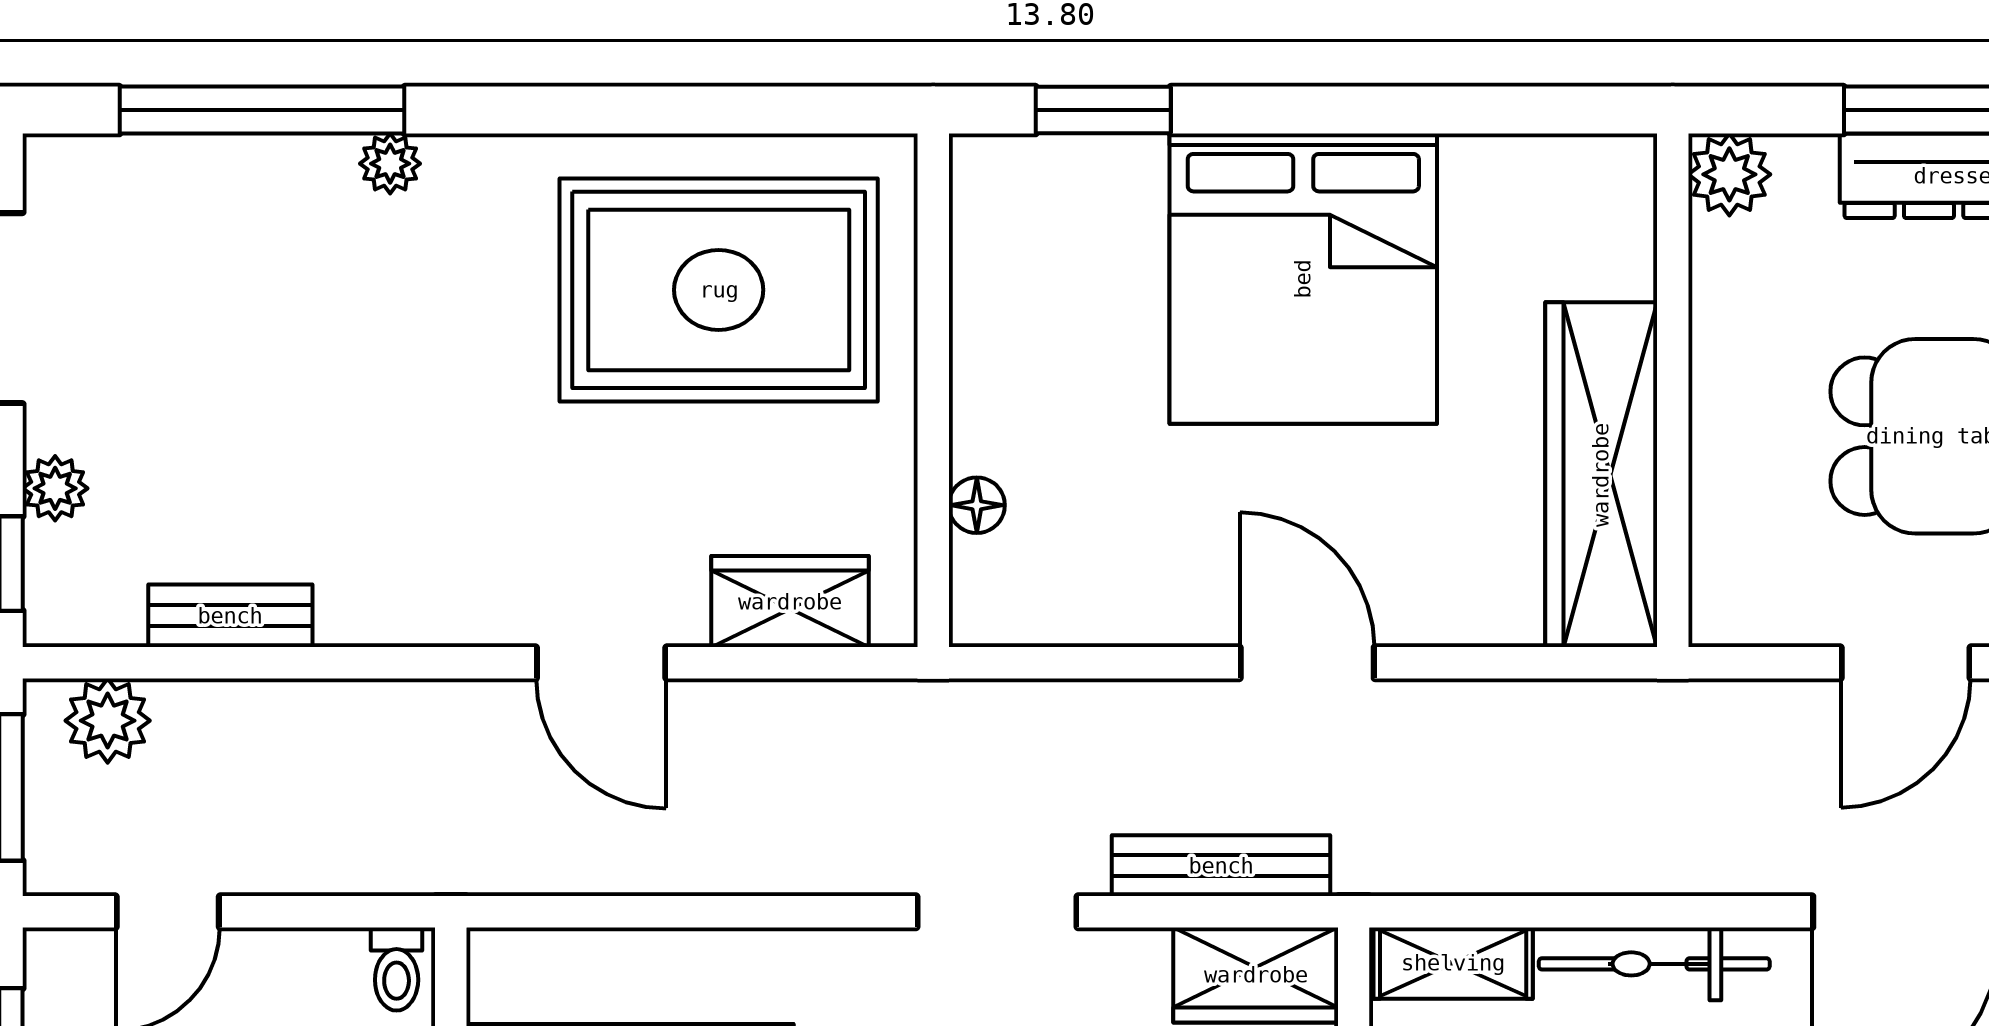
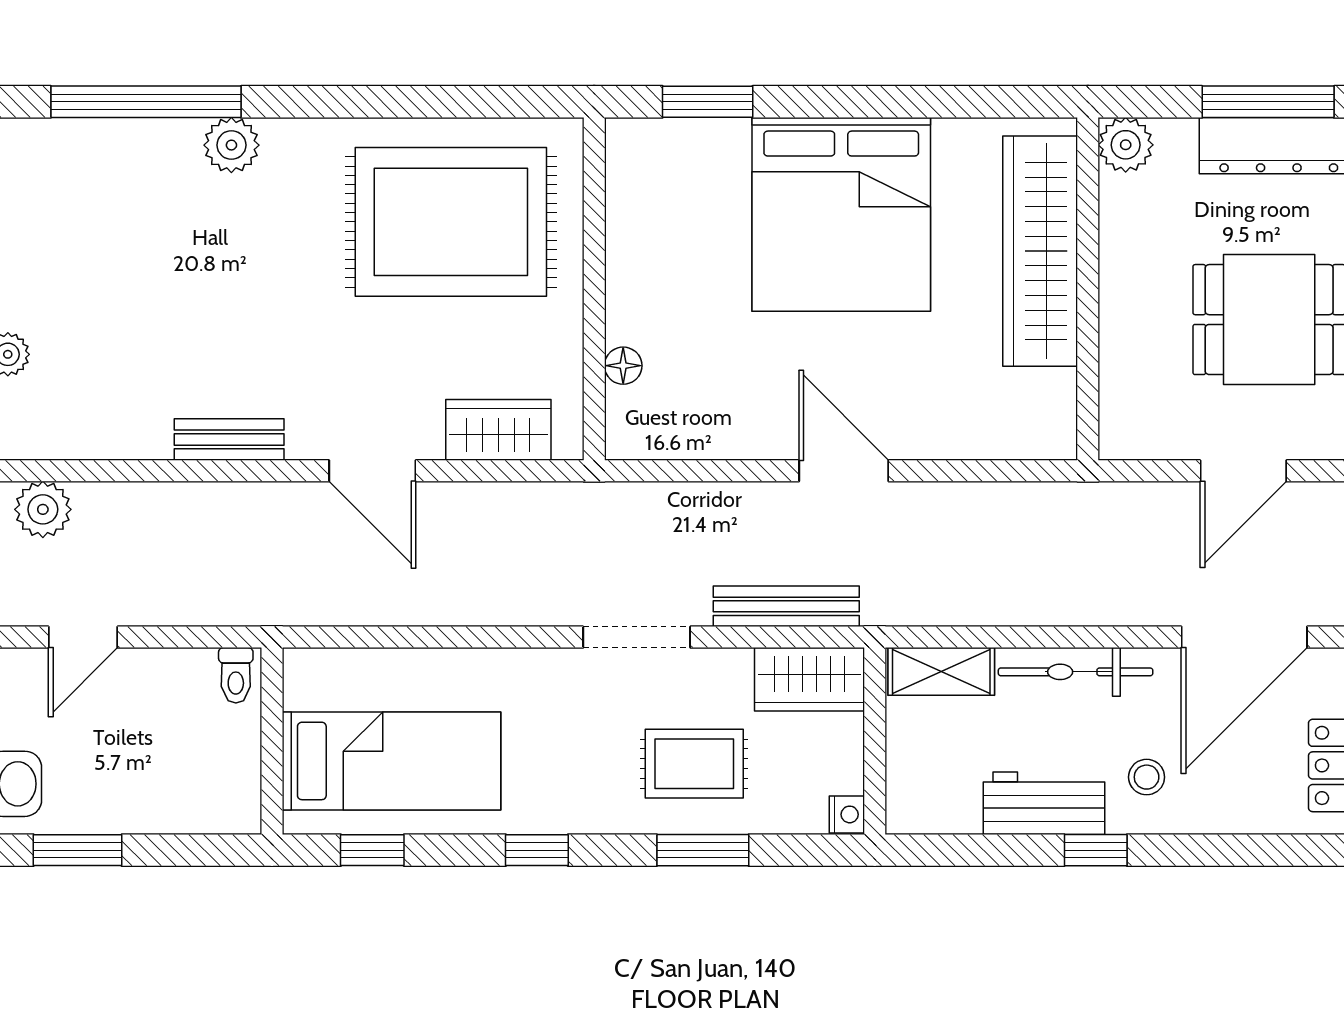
plant: (390, 164) -> (231, 145), width x1.38, depth x1.38
wardrobe: (1601, 475) -> (1040, 251), moved
bench: (230, 616) -> (229, 439), moved

